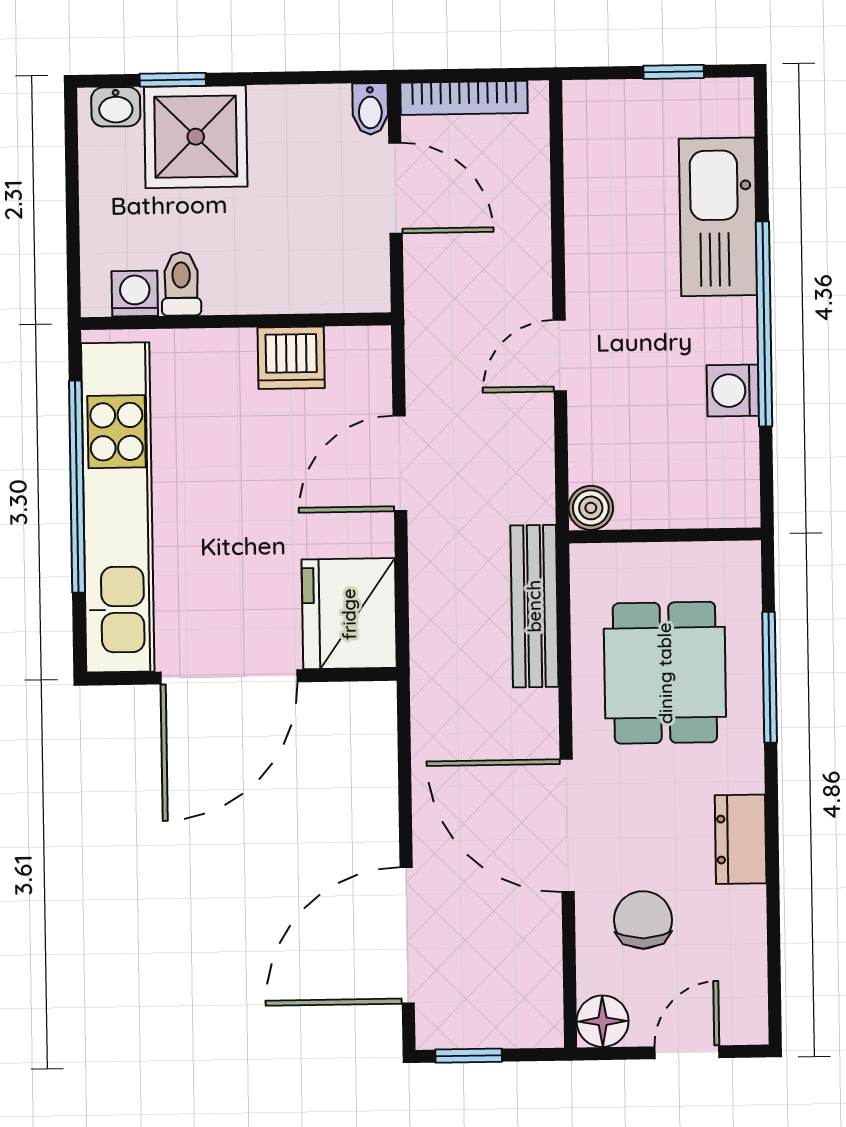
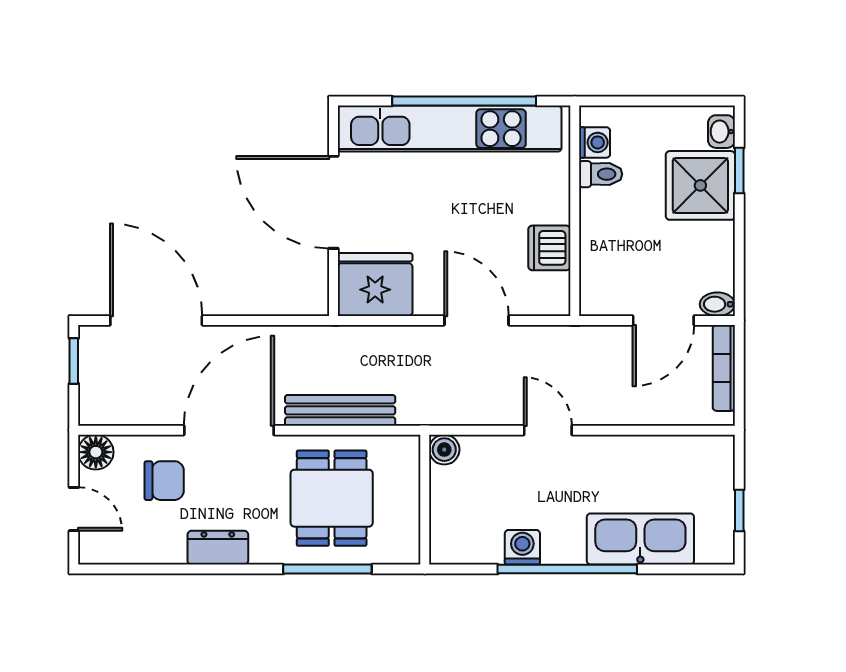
bench: (534, 606) -> (340, 410), moved
dining table: (665, 673) -> (332, 498), turned 90

